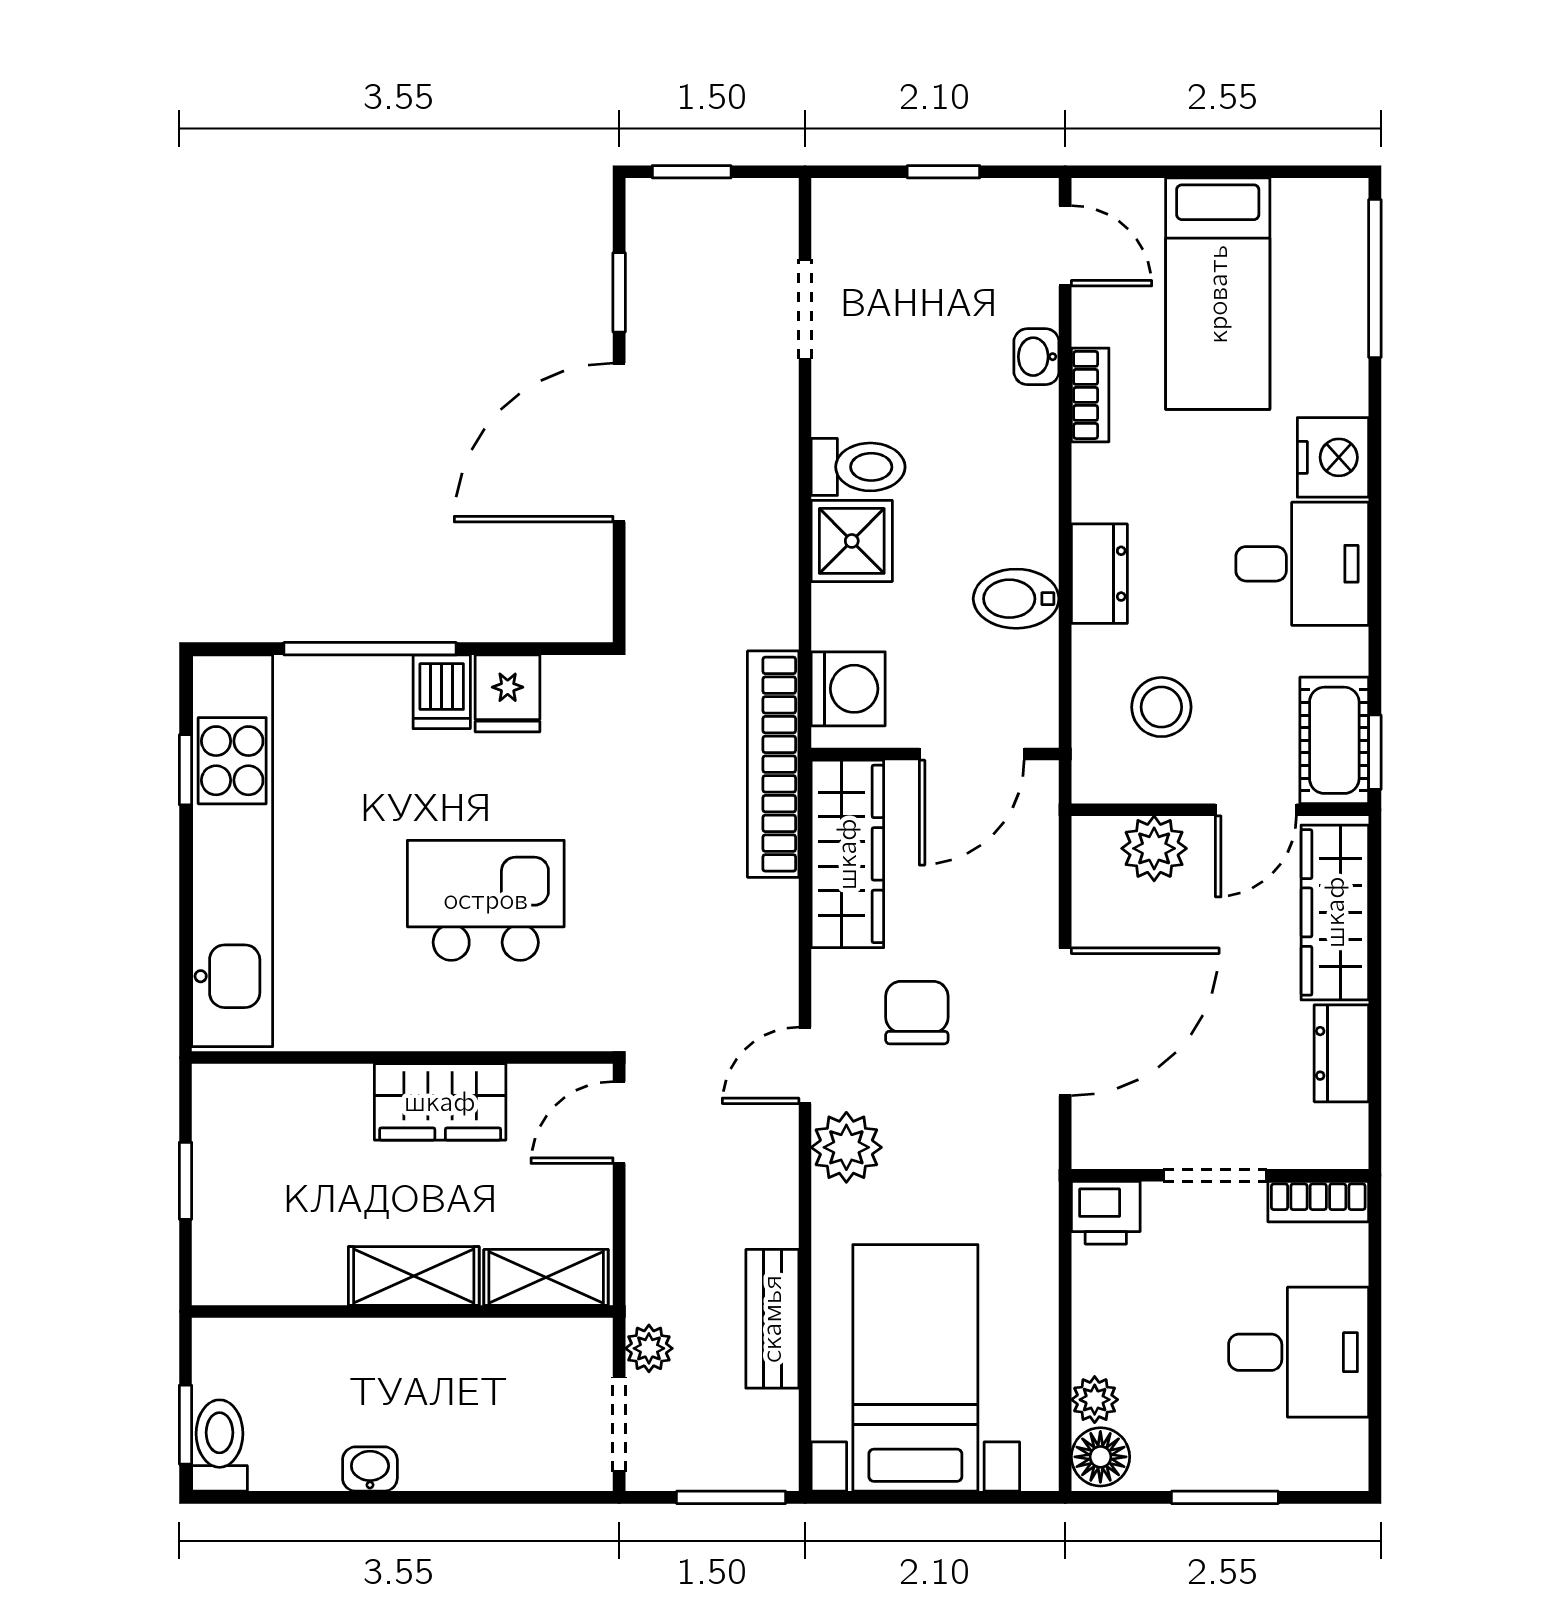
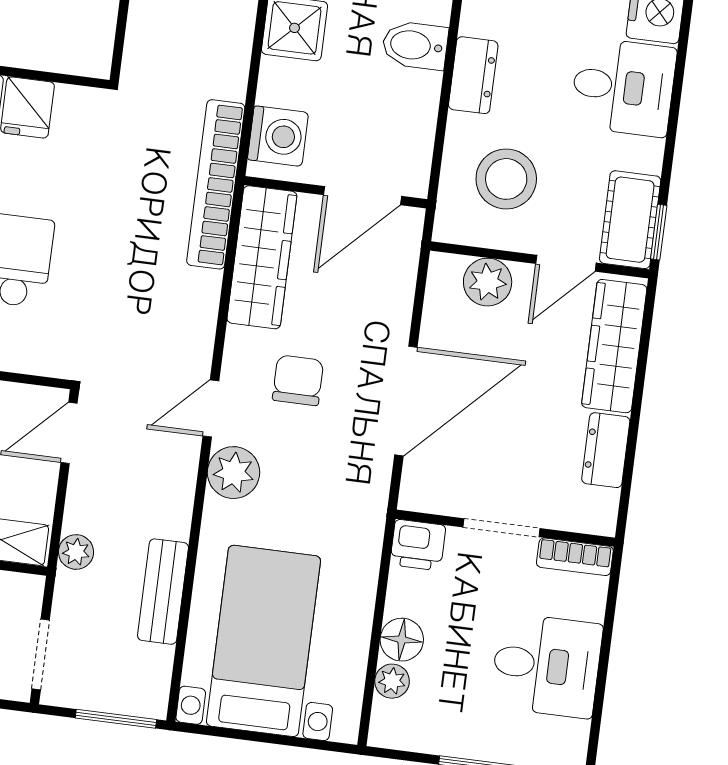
bidet: (1016, 599) -> (415, 45), moved
stool: (1161, 707) -> (506, 179), width x1.38, depth x1.38
plant: (649, 1348) -> (76, 552), moved
floor lamp: (1100, 1457) -> (402, 640), moved

